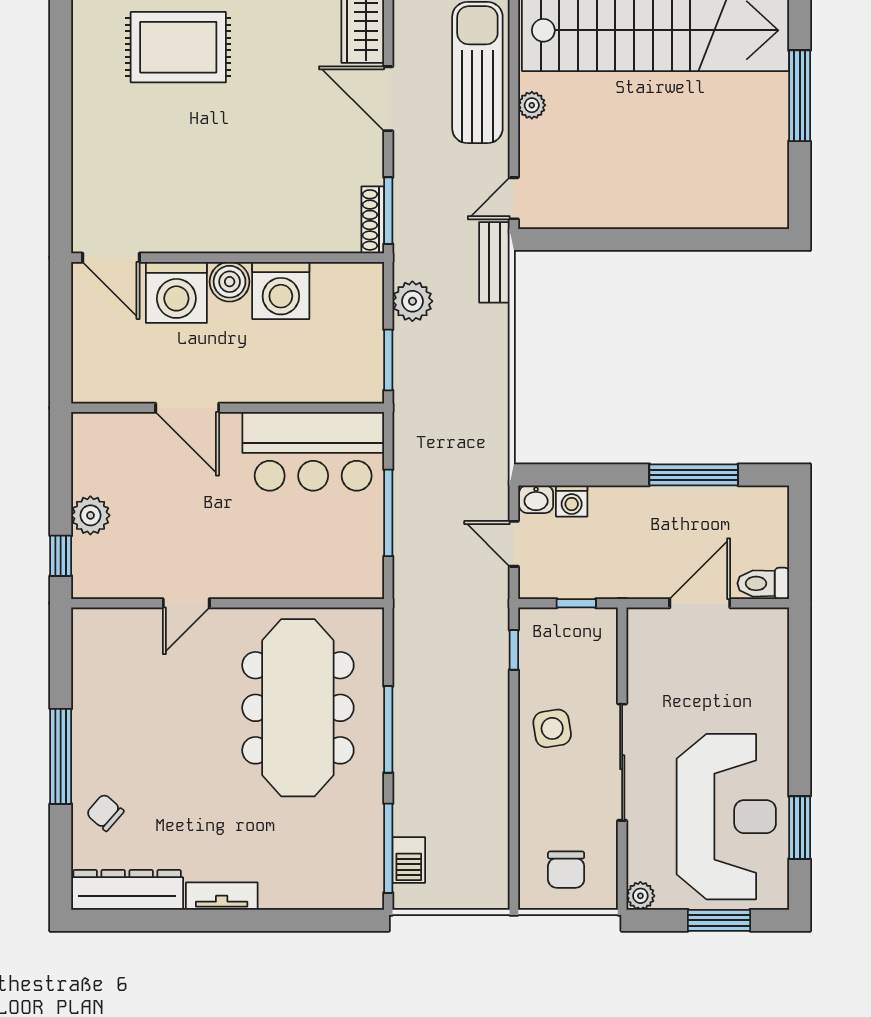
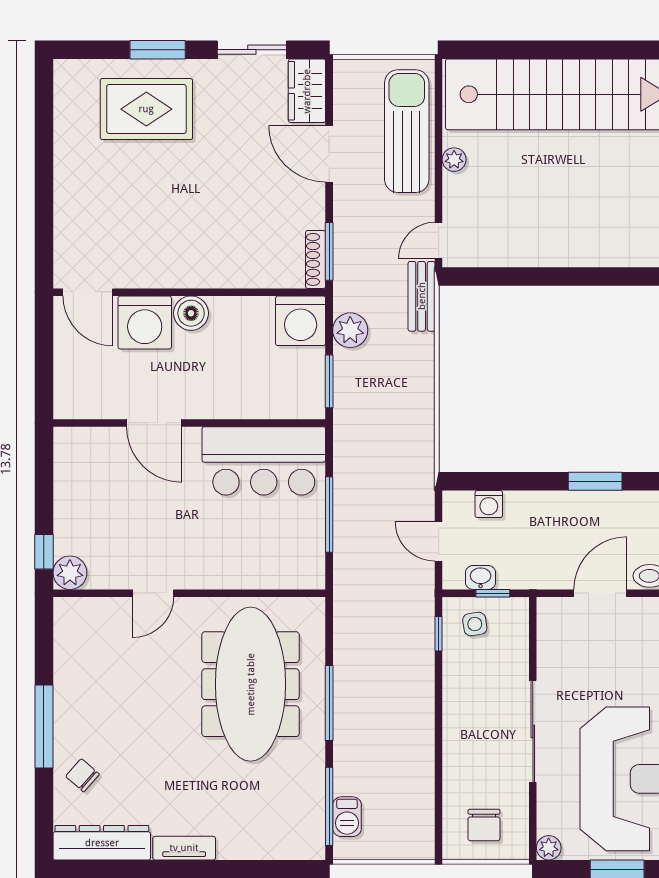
washing machine: (281, 290) -> (301, 321), moved
window: (694, 475) -> (595, 481), width x0.69
washbasin: (536, 499) -> (481, 577), moved, turned 180
plant: (90, 515) -> (70, 573), moved
side table: (552, 728) -> (475, 624), moved, width x0.73, depth x0.73

